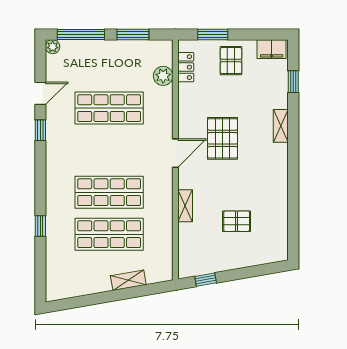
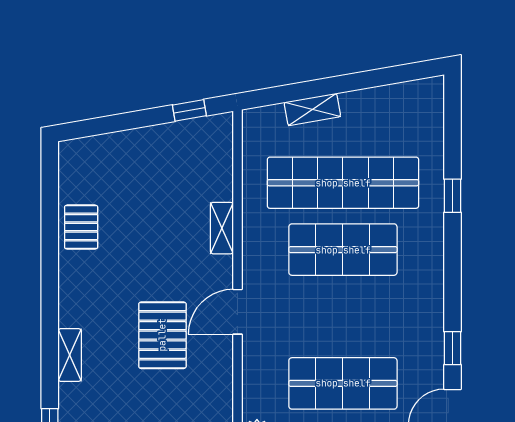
pallet: (237, 221) -> (81, 227), moved, turned 90
shop shelf: (109, 234) -> (343, 183), width x1.40

